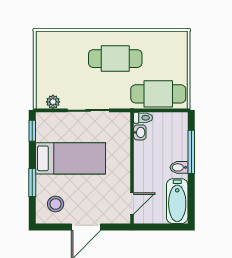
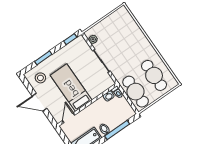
cafe table: (115, 59) -> (154, 75), moved
bed: (71, 158) -> (71, 88), moved, turned 180
door: (132, 204) -> (69, 118), swing flipped

